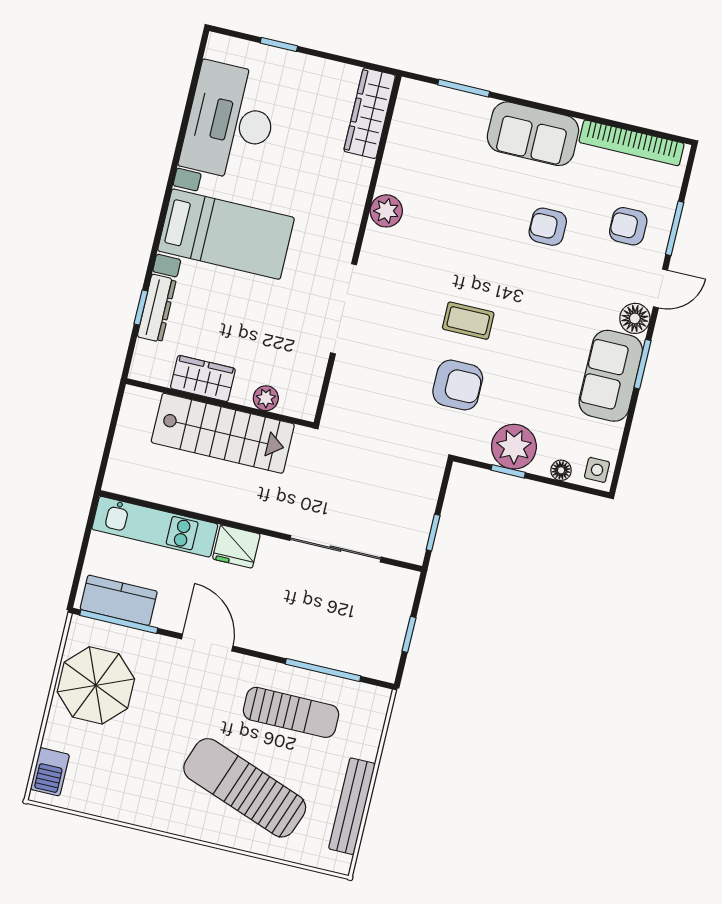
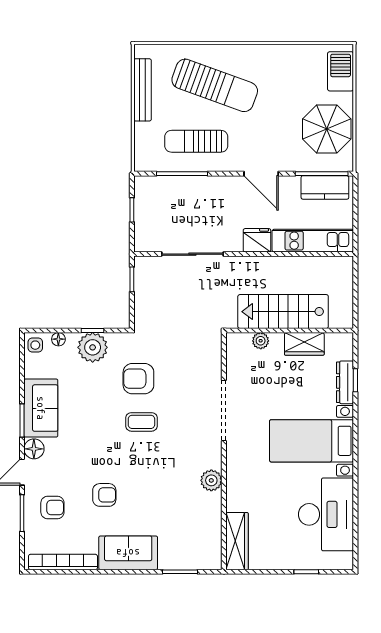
barbecue: (50, 772) -> (341, 71), width x1.38, depth x1.27

